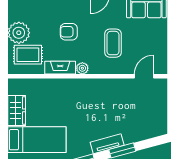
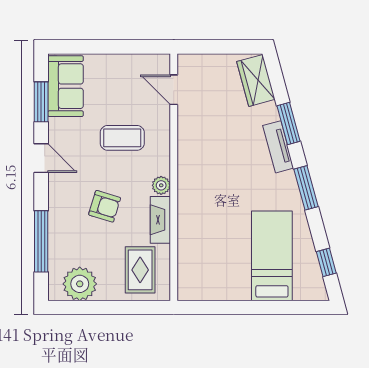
armchair: (69, 32) -> (105, 206), turned -73
plant: (19, 33) -> (80, 284), moved
wardrobe: (17, 110) -> (256, 80), moved, turned -105

